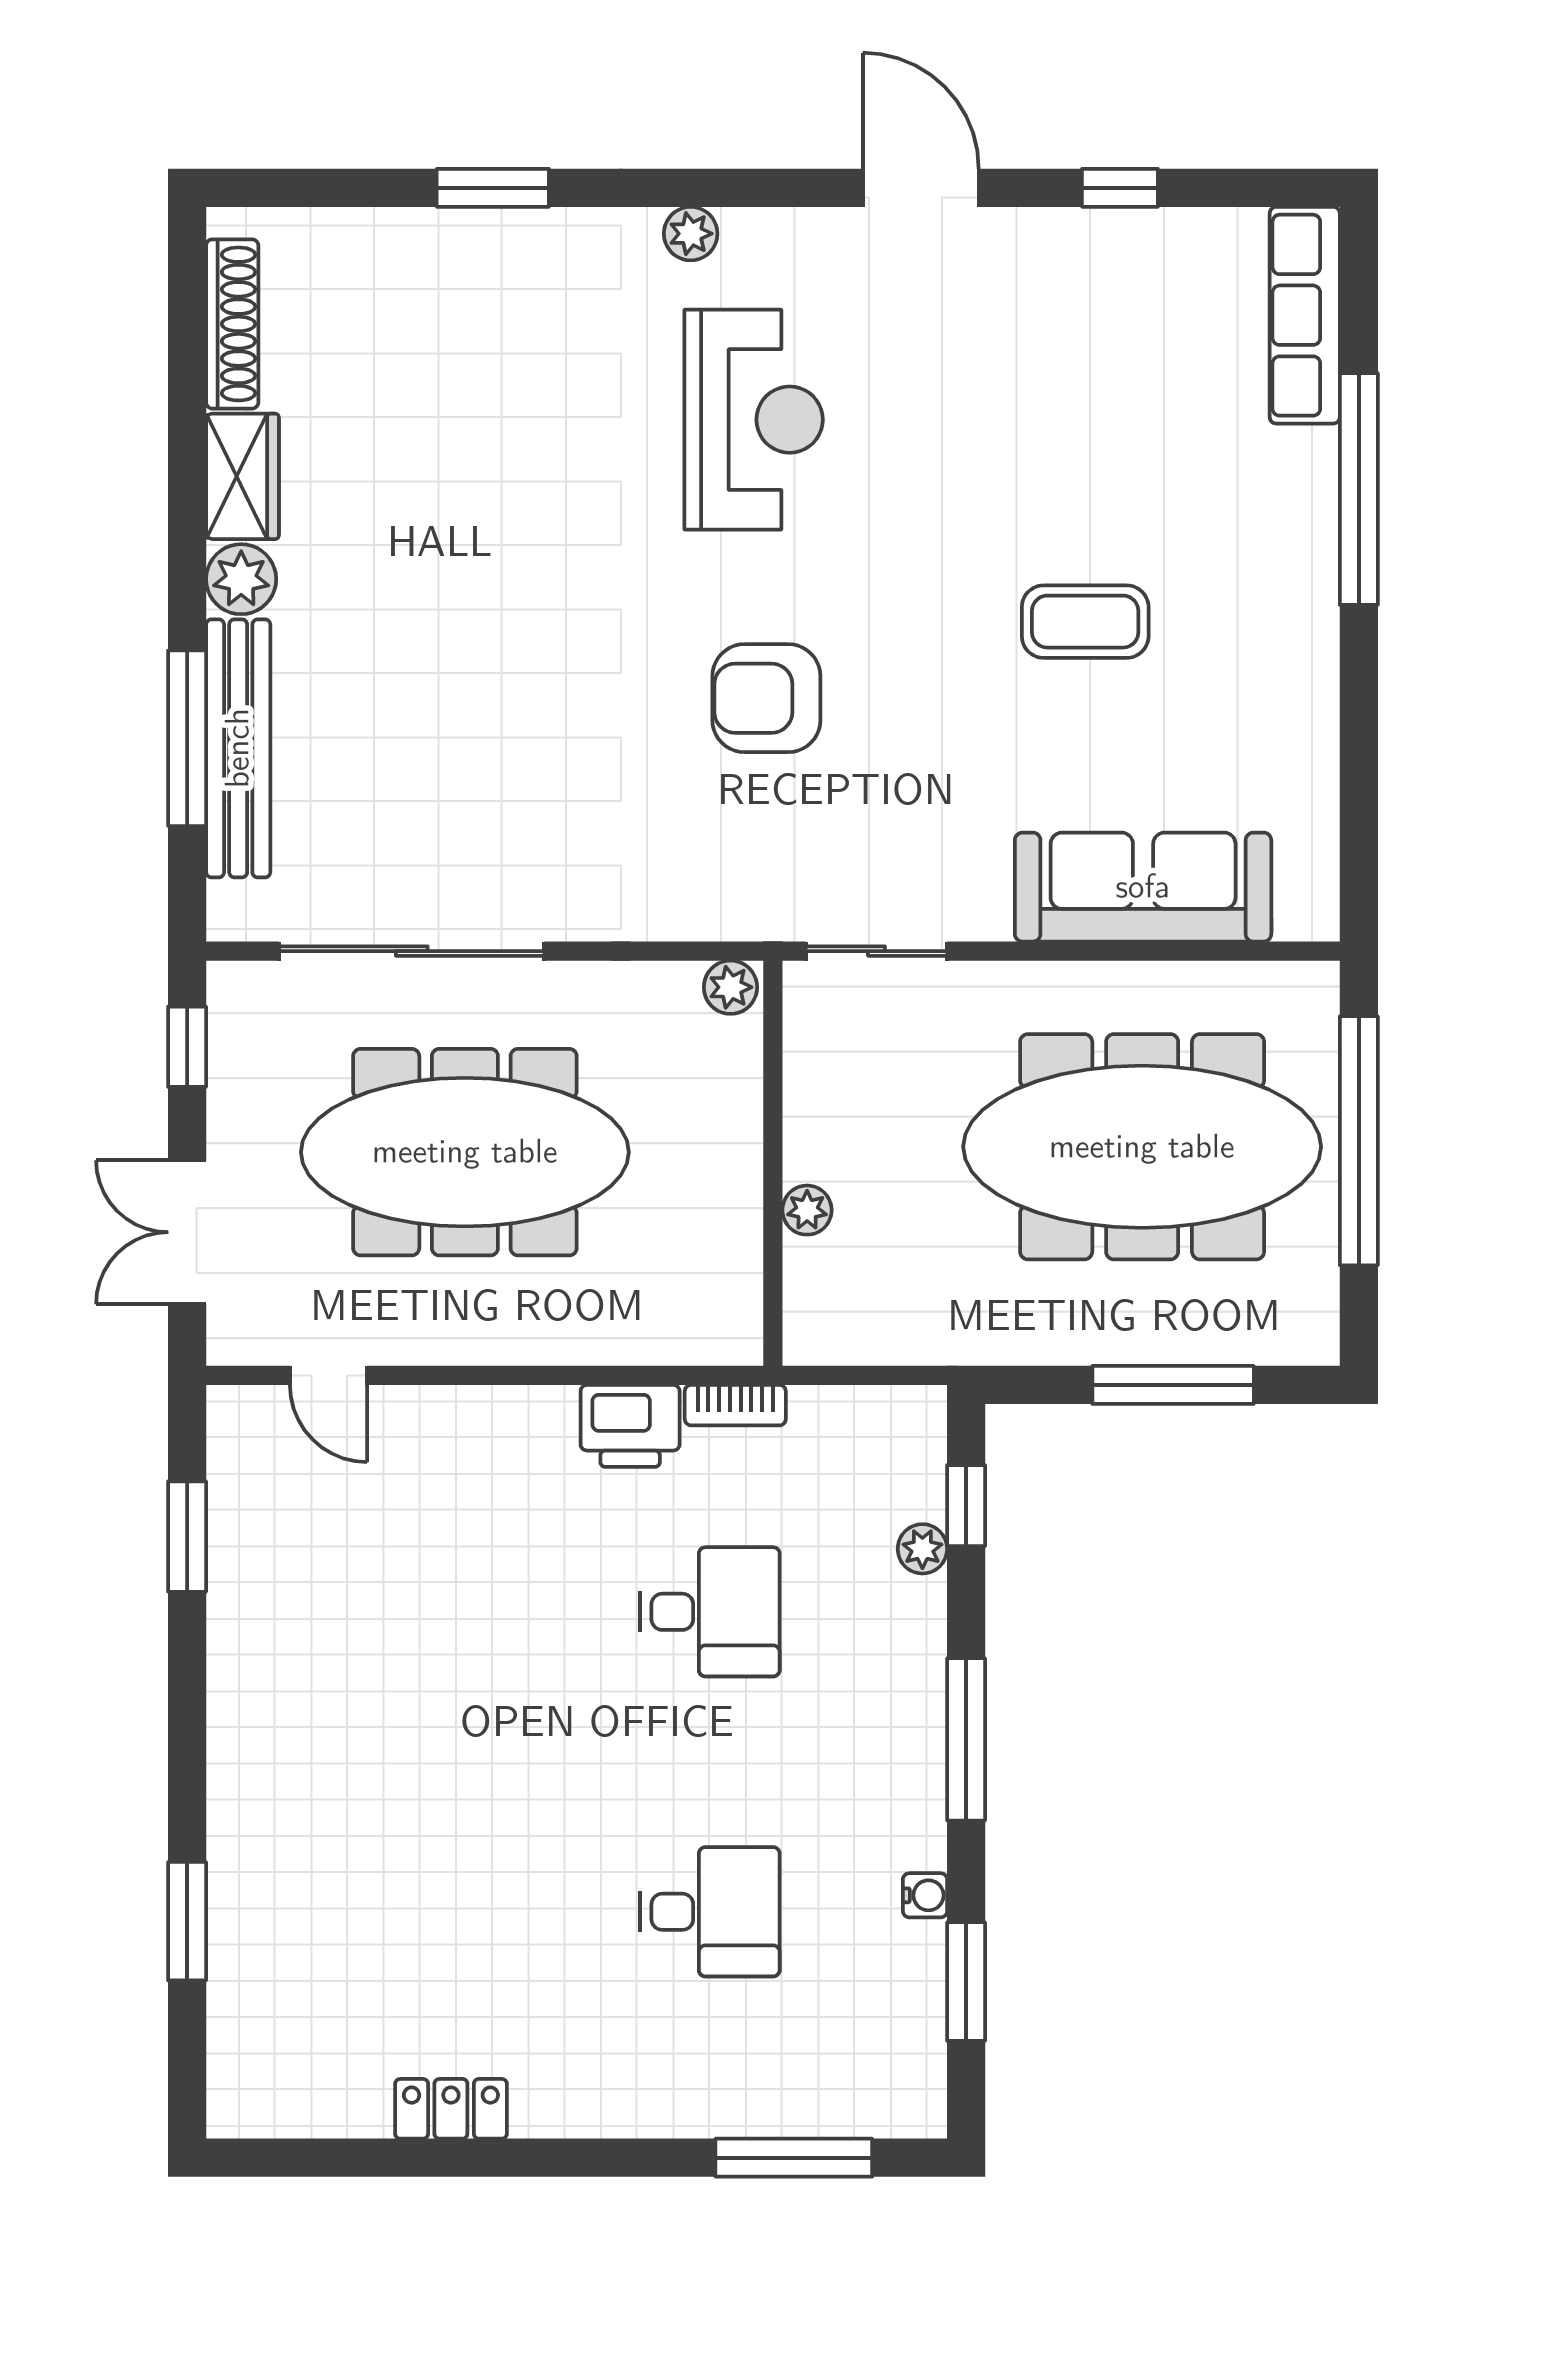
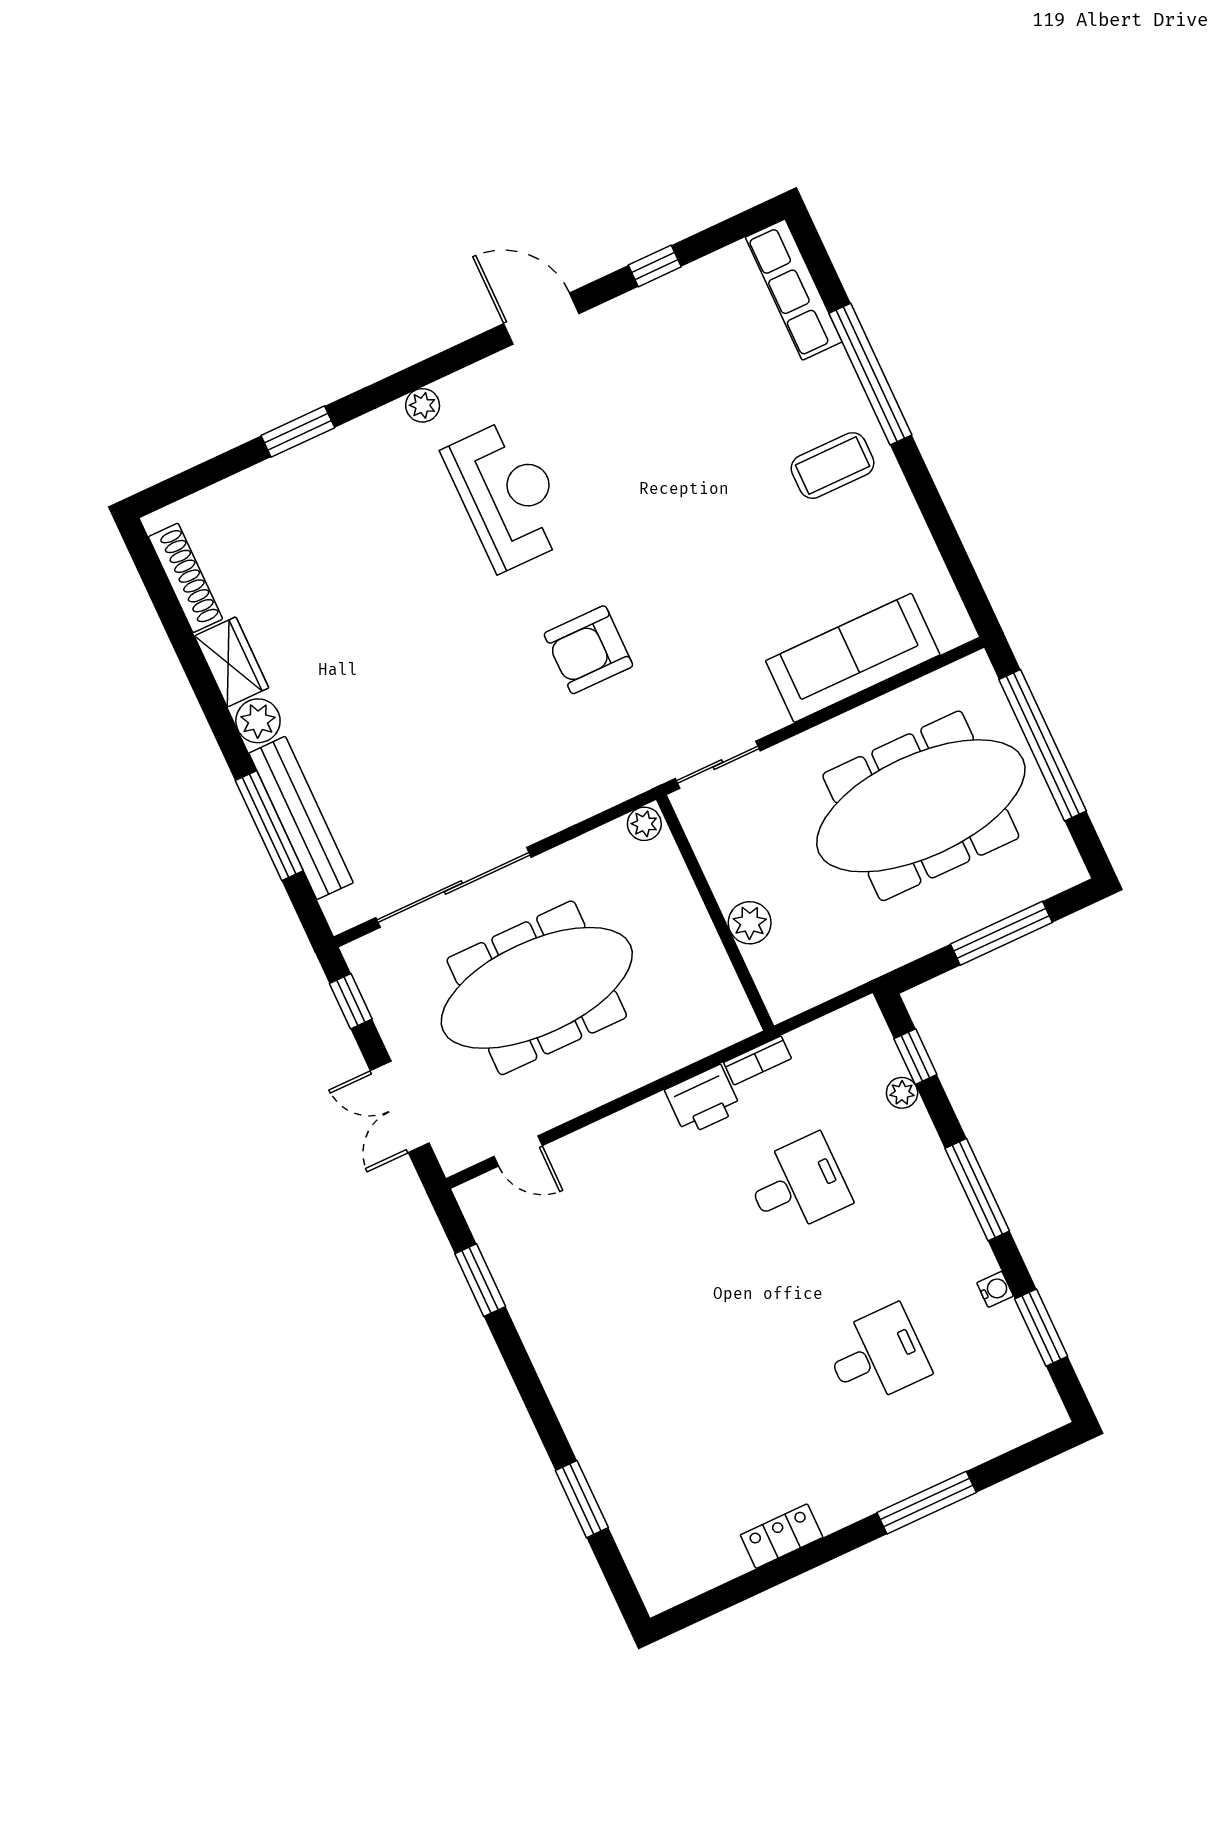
coffee table: (1085, 622) -> (833, 466), moved
plant: (807, 1210) -> (750, 923), width x1.38, depth x1.38
window: (794, 2158) -> (927, 1503), moved

